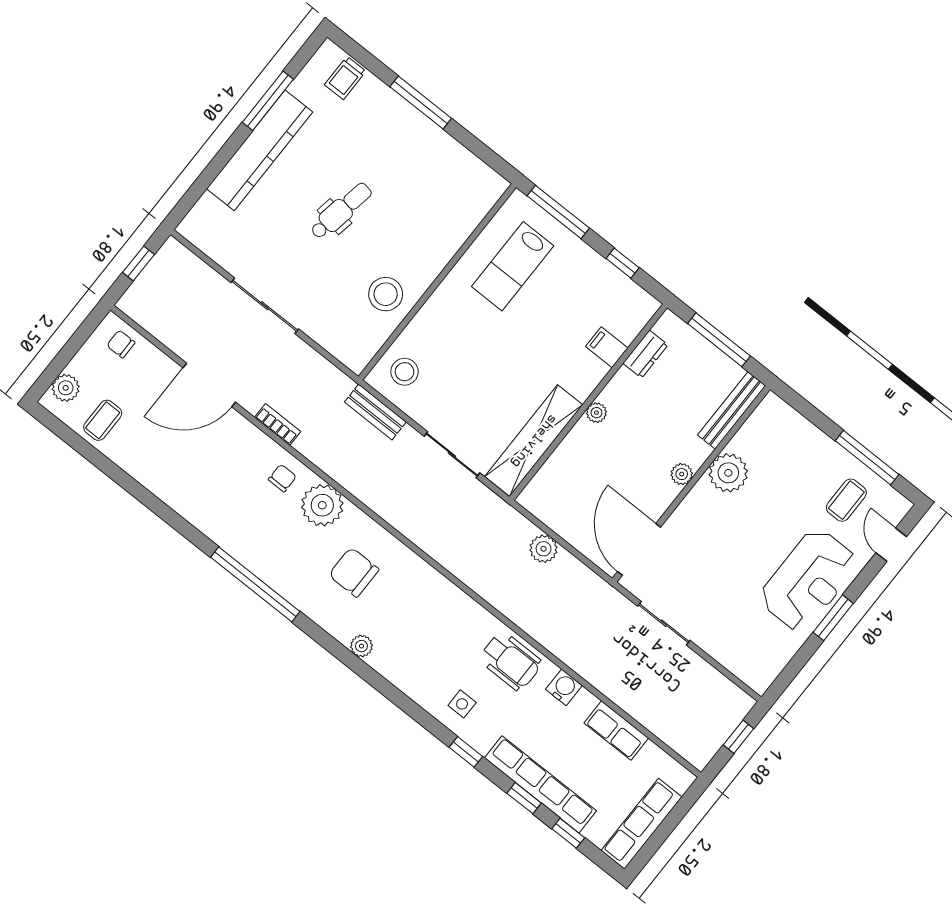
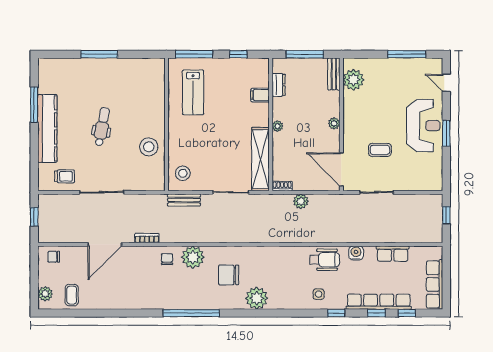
trolley: (345, 78) -> (65, 176), moved, turned -90
bench: (732, 410) -> (334, 74), width x0.73
plant: (728, 473) -> (353, 80), moved
coffee table: (846, 500) -> (380, 150), moved, turned 90
shoe rack: (534, 505) -> (282, 186), added
plant: (361, 646) -> (257, 298), width x1.87, depth x1.87

